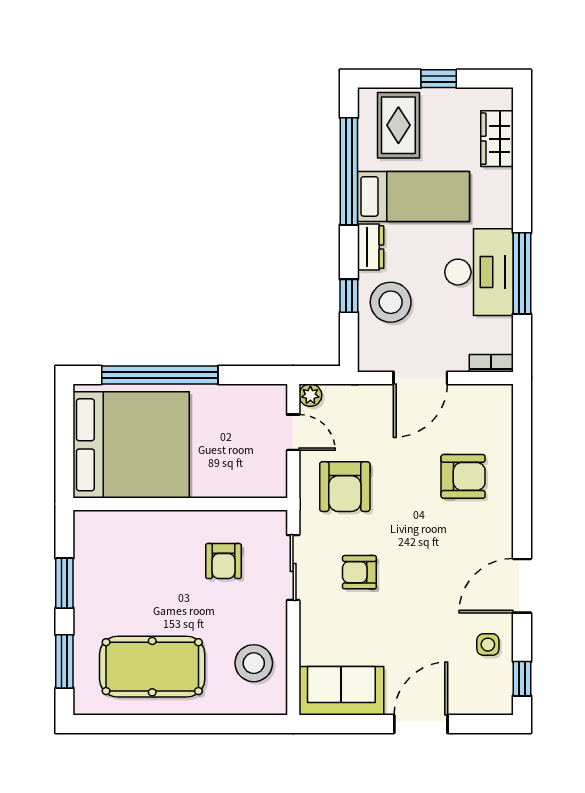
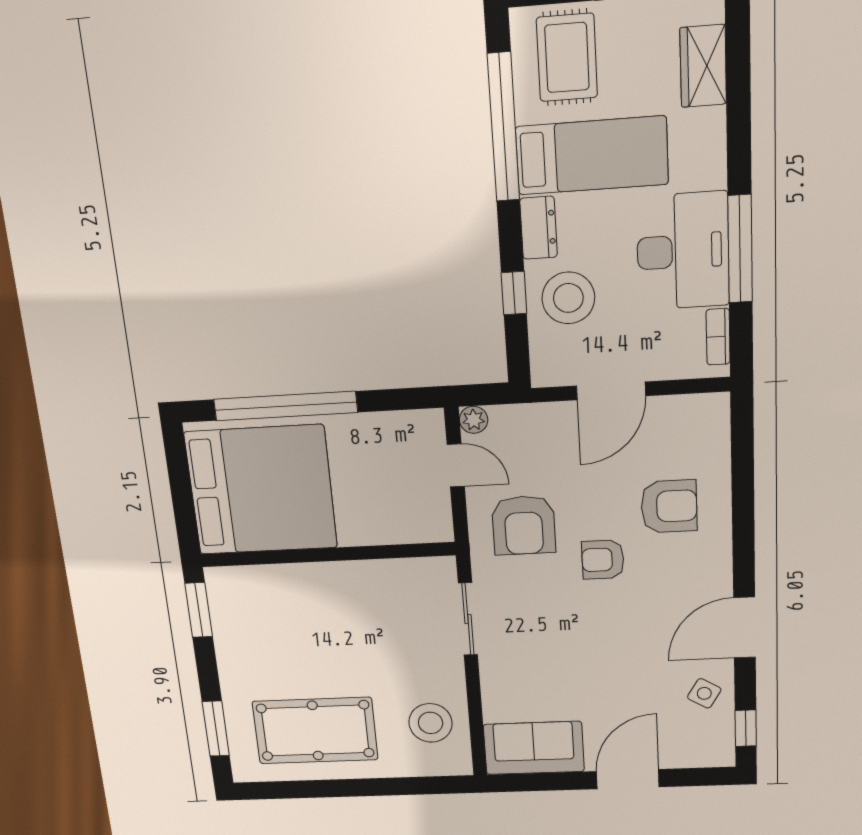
bookcase: (491, 363) -> (718, 337), moved, turned -90
armchair: (224, 561) -> (385, 616), removed
armchair: (359, 572) -> (603, 560), moved
window: (64, 583) -> (199, 610), moved
side table: (488, 645) -> (704, 693), turned 31

